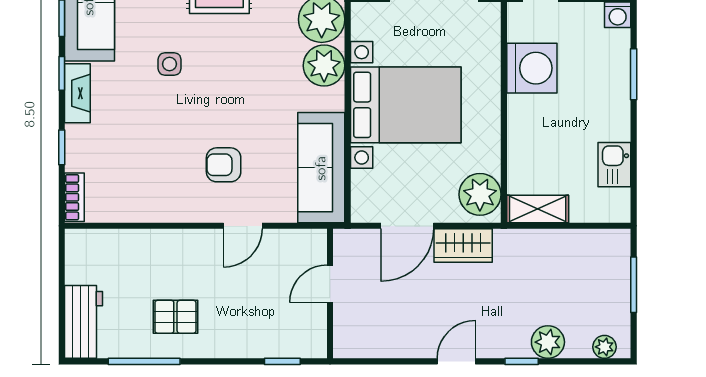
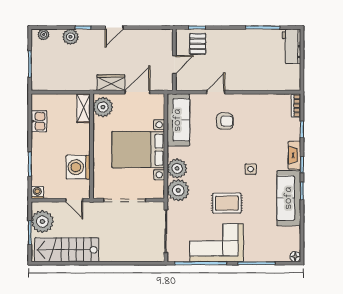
shelving: (538, 209) -> (84, 108), moved, turned 90
pallet: (175, 317) -> (198, 44), moved, turned 90

